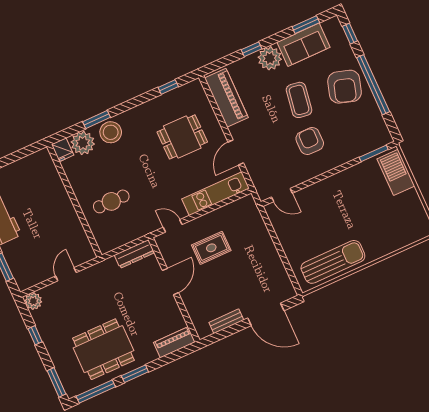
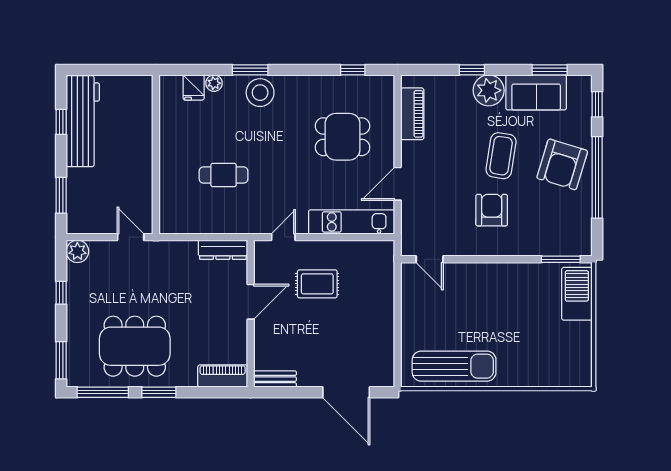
piano: (226, 98) -> (412, 114), width x0.73, depth x0.75
plant: (83, 143) -> (214, 83), width x0.53, depth x0.53
wall: (74, 201) -> (156, 154), moved
door: (173, 226) -> (283, 237), hinge flipped
door: (66, 274) -> (131, 237), hinge flipped
bench: (226, 321) -> (275, 379), moved

